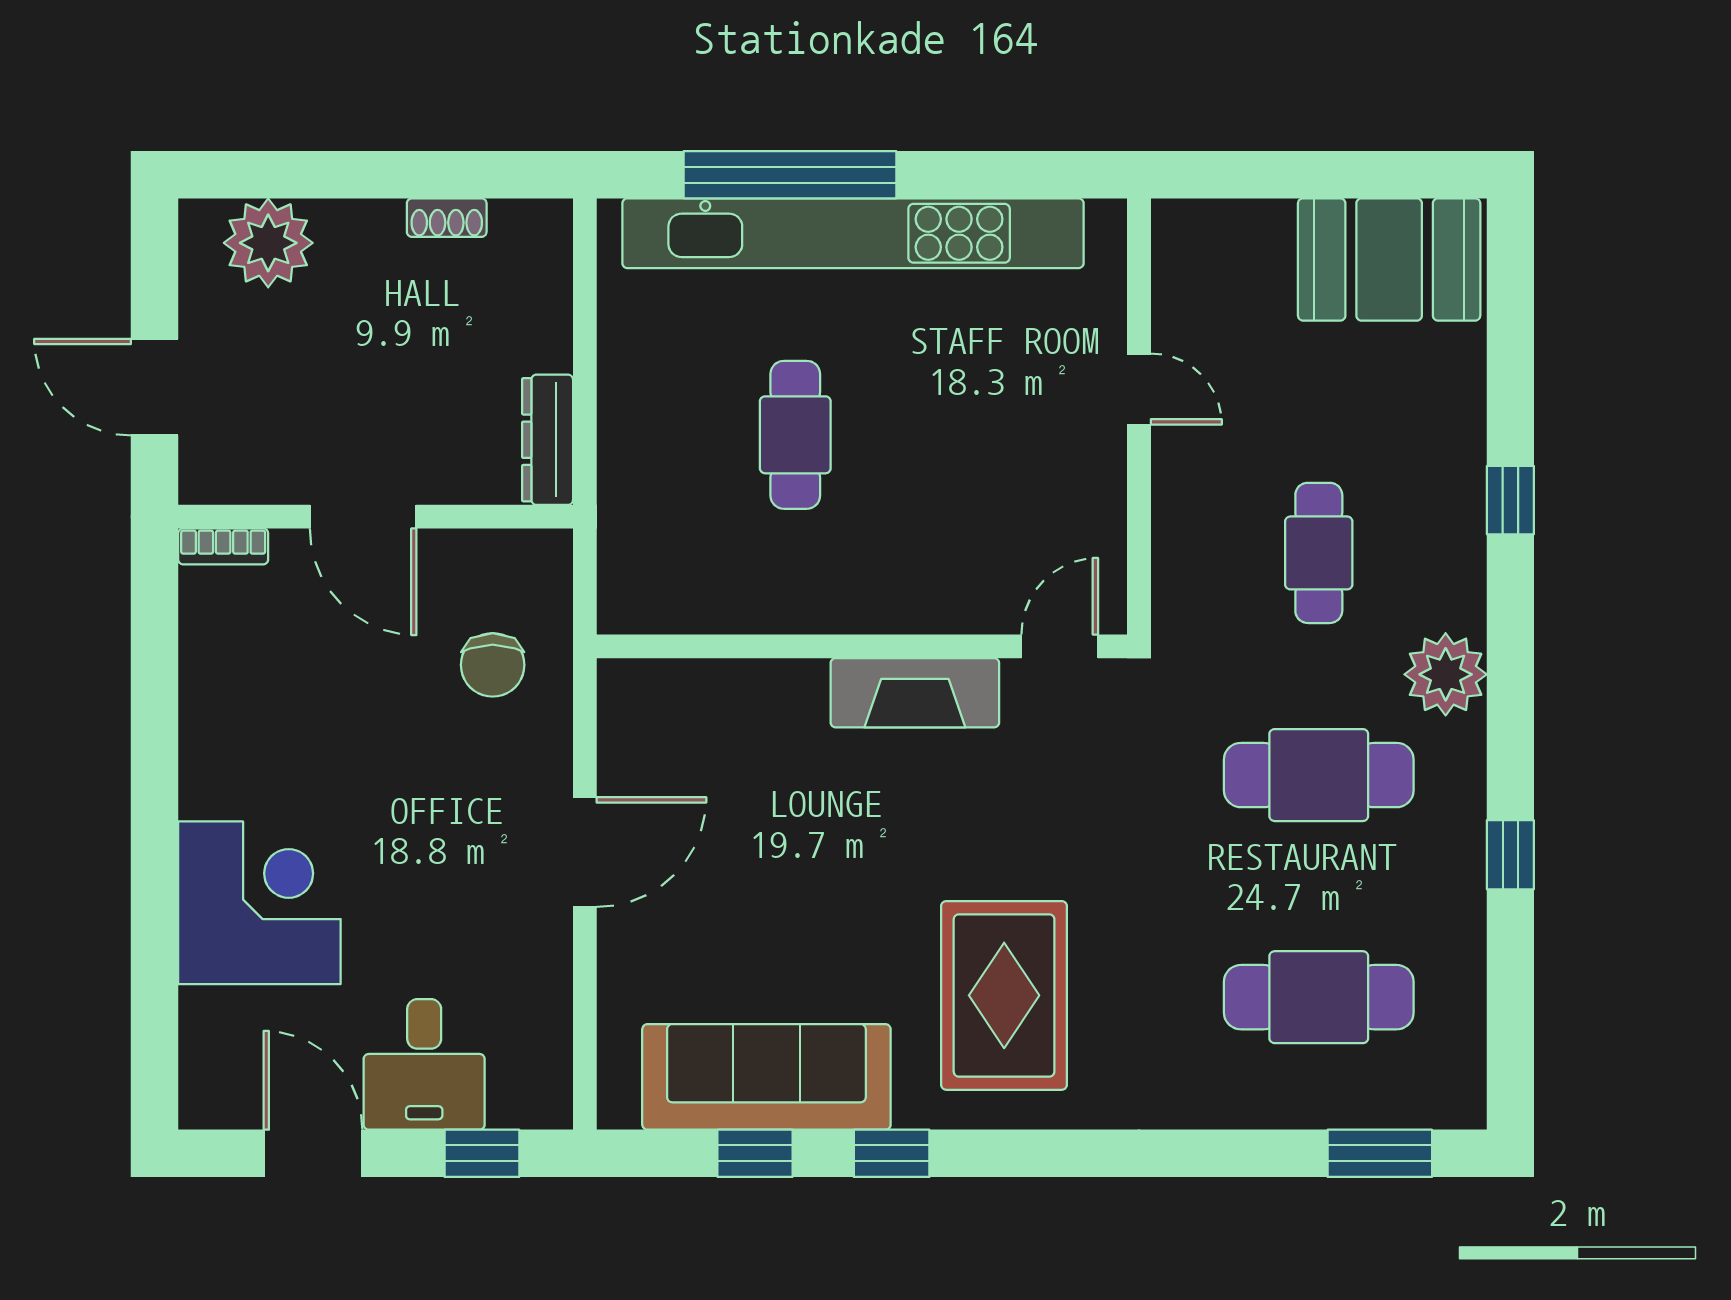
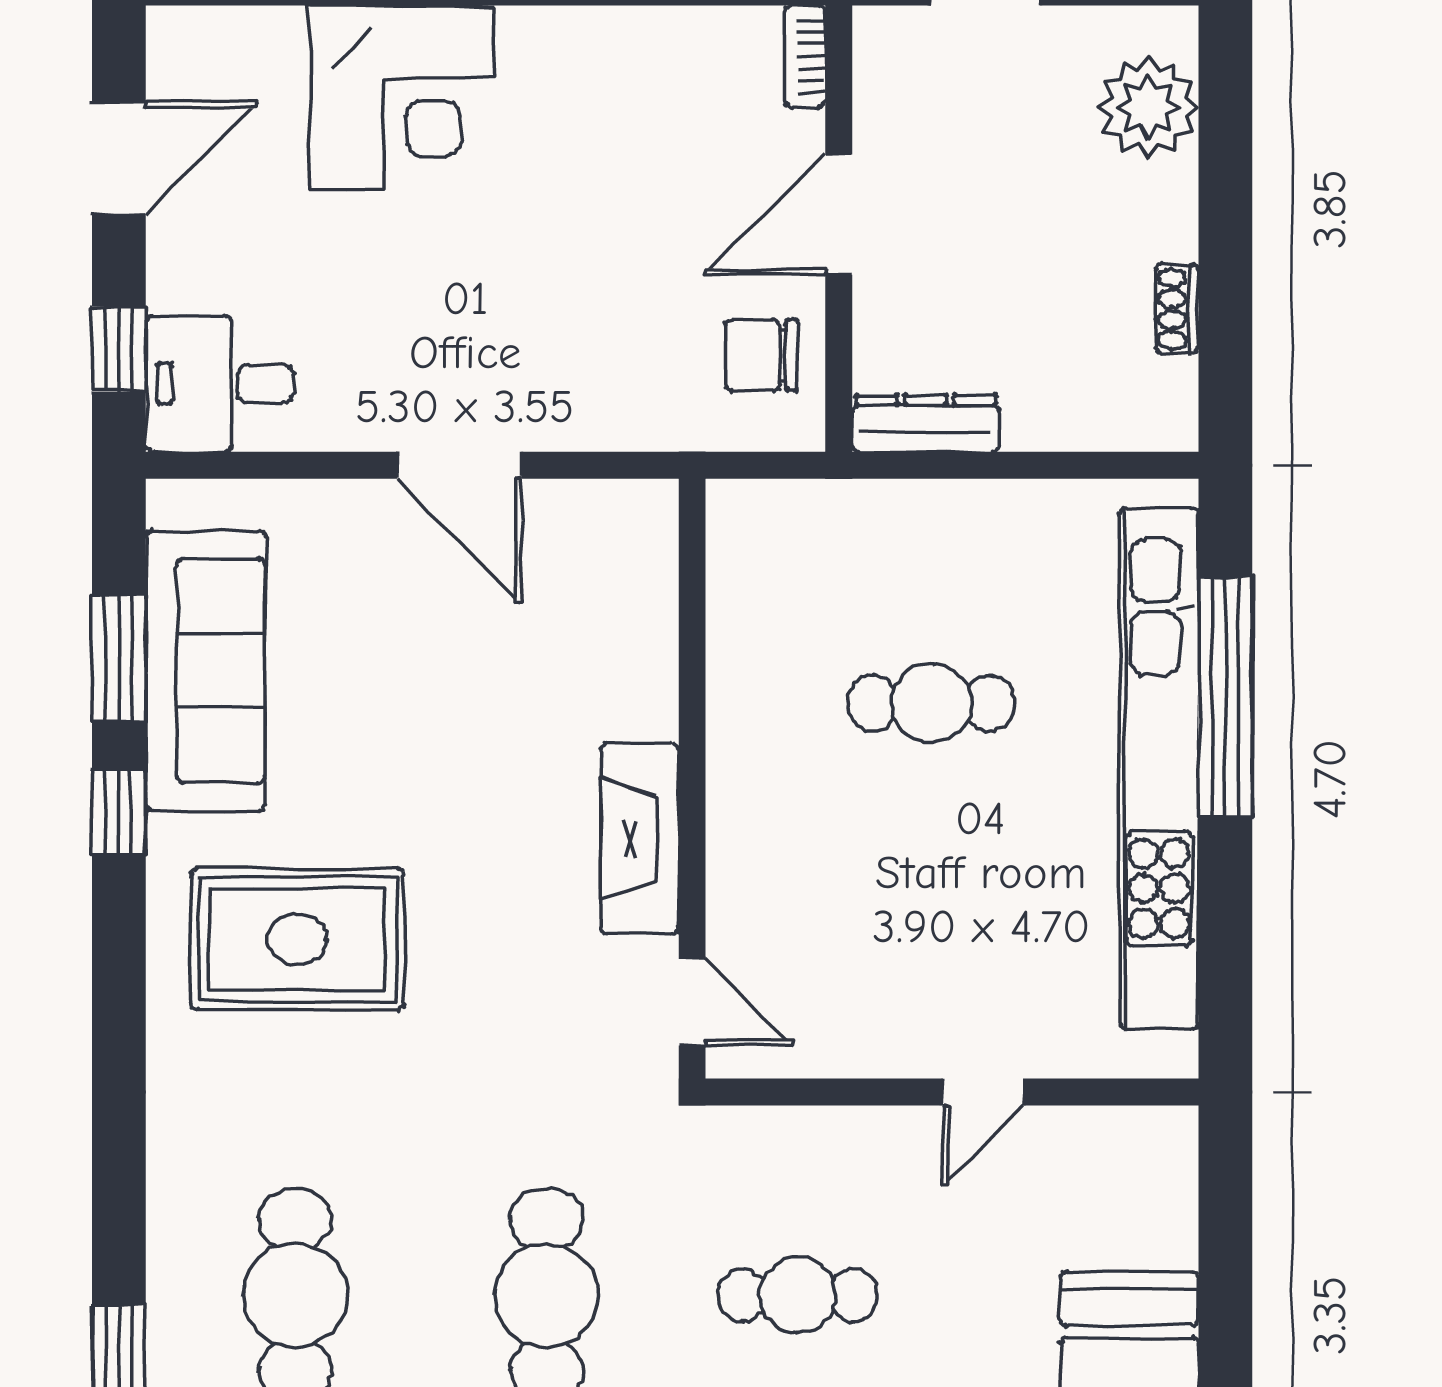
chair: (493, 665) -> (761, 355), moved
desk: (424, 1064) -> (219, 383), moved
window: (755, 1153) -> (119, 658), width x1.50

